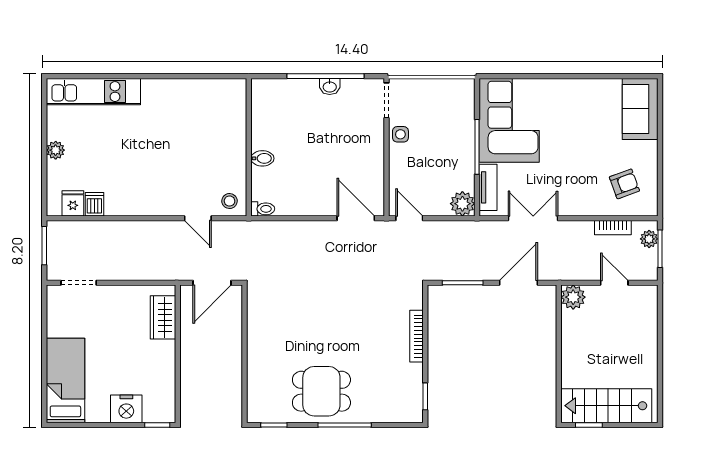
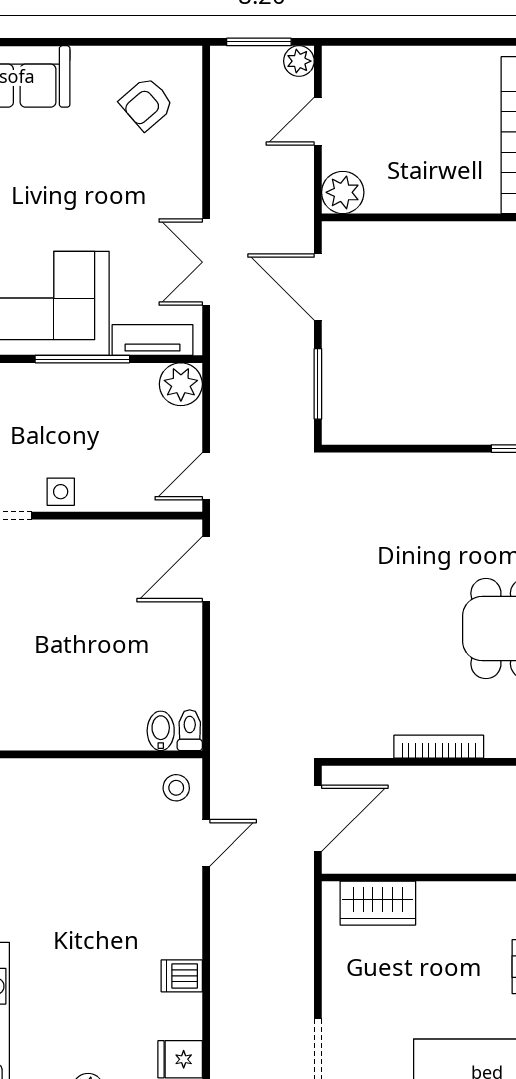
bidet: (262, 158) -> (161, 731), moved
armchair: (624, 184) -> (147, 104), turned -111
dishwasher: (94, 204) -> (182, 976), moved
bookcase: (613, 228) -> (222, 124), removed
plant: (649, 239) -> (299, 61), moved
door: (212, 283) -> (318, 818), hinge flipped
bookcase: (417, 336) -> (439, 747), moved, turned 180

